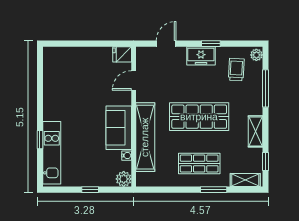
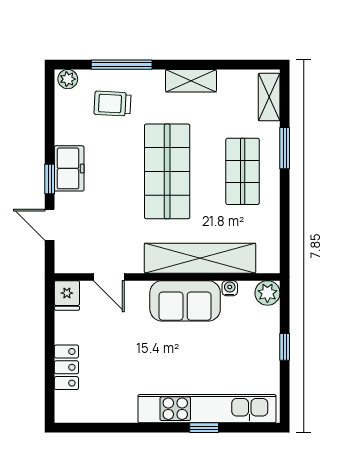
window: (211, 44) -> (50, 179), moved
locker: (77, 54) -> (66, 367), added
trolley: (236, 70) -> (112, 104), moved
kitchen unit: (52, 153) -> (207, 409), width x1.36
window: (265, 162) -> (239, 65), removed

